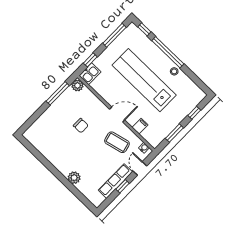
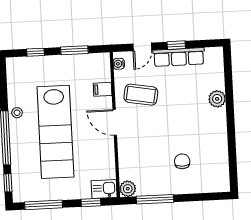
chair: (81, 126) -> (182, 161), moved
coffee table: (117, 142) -> (141, 95), turned -66

